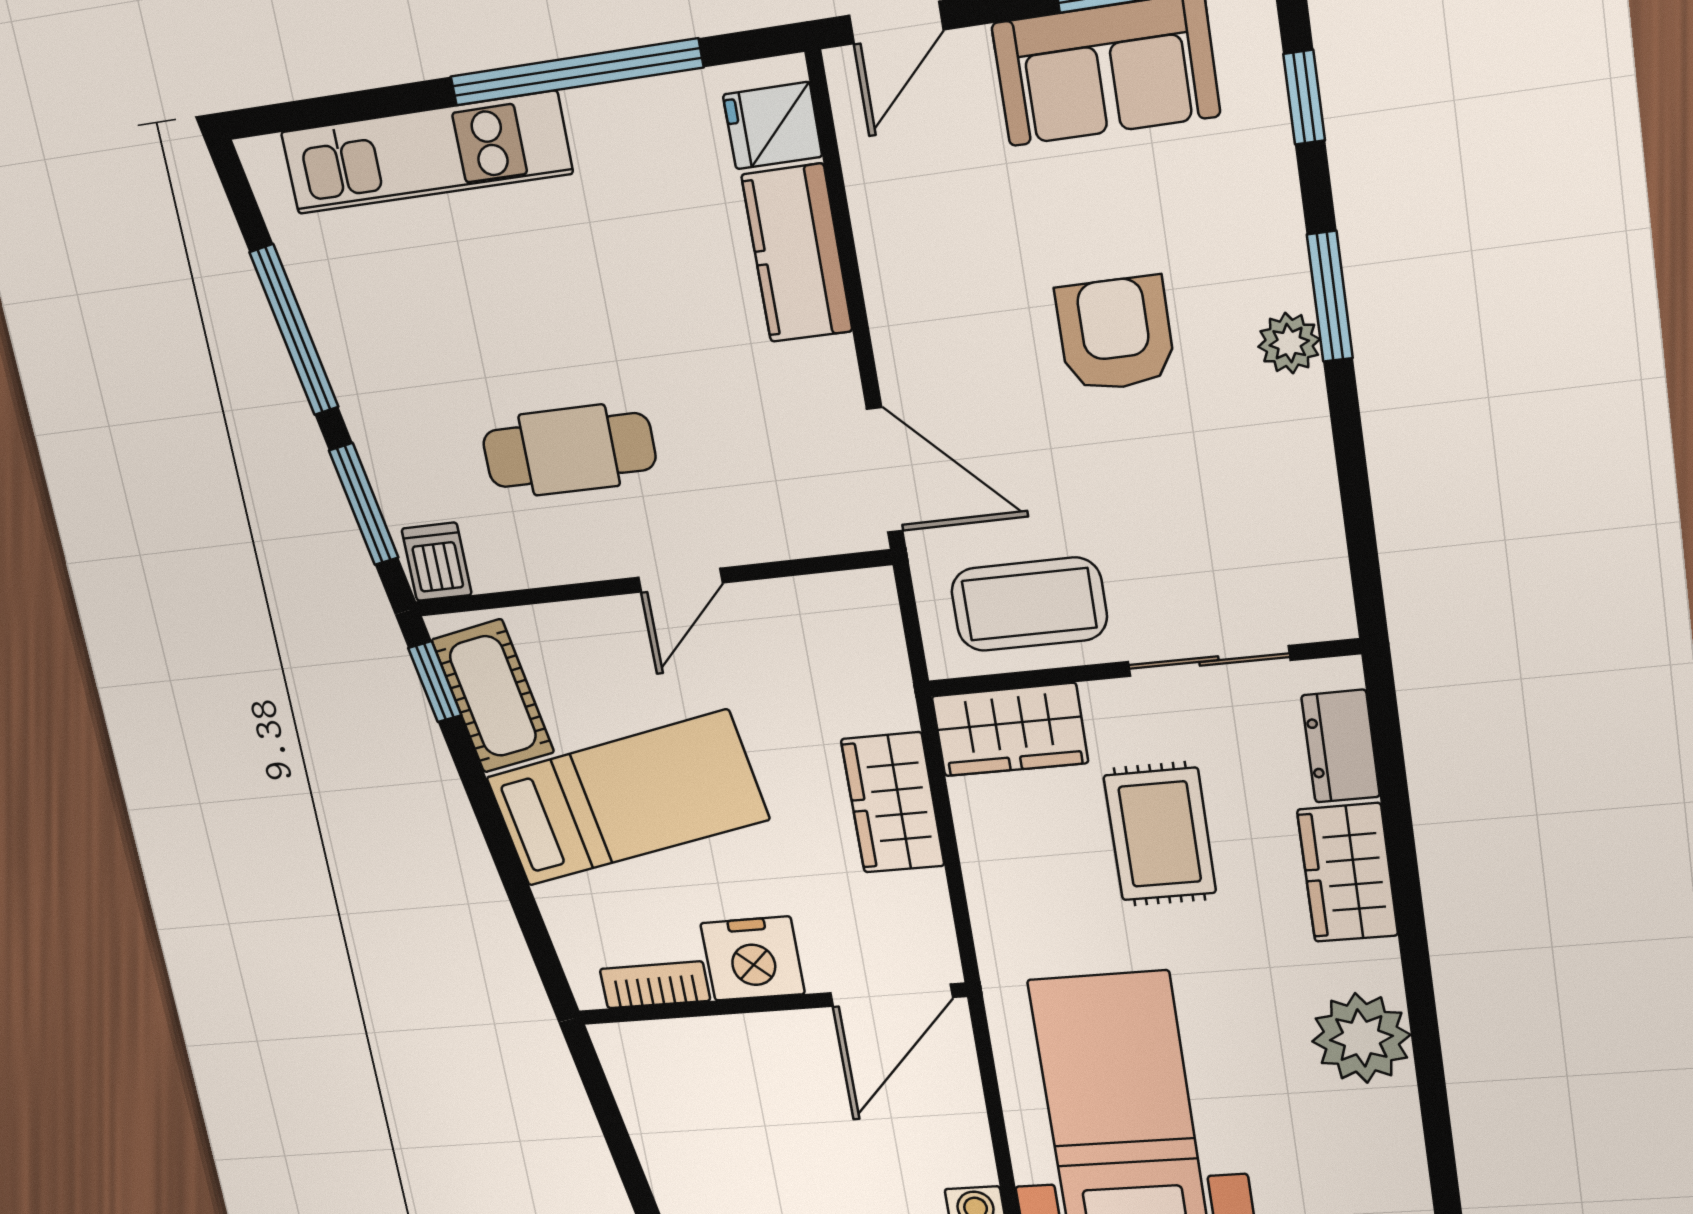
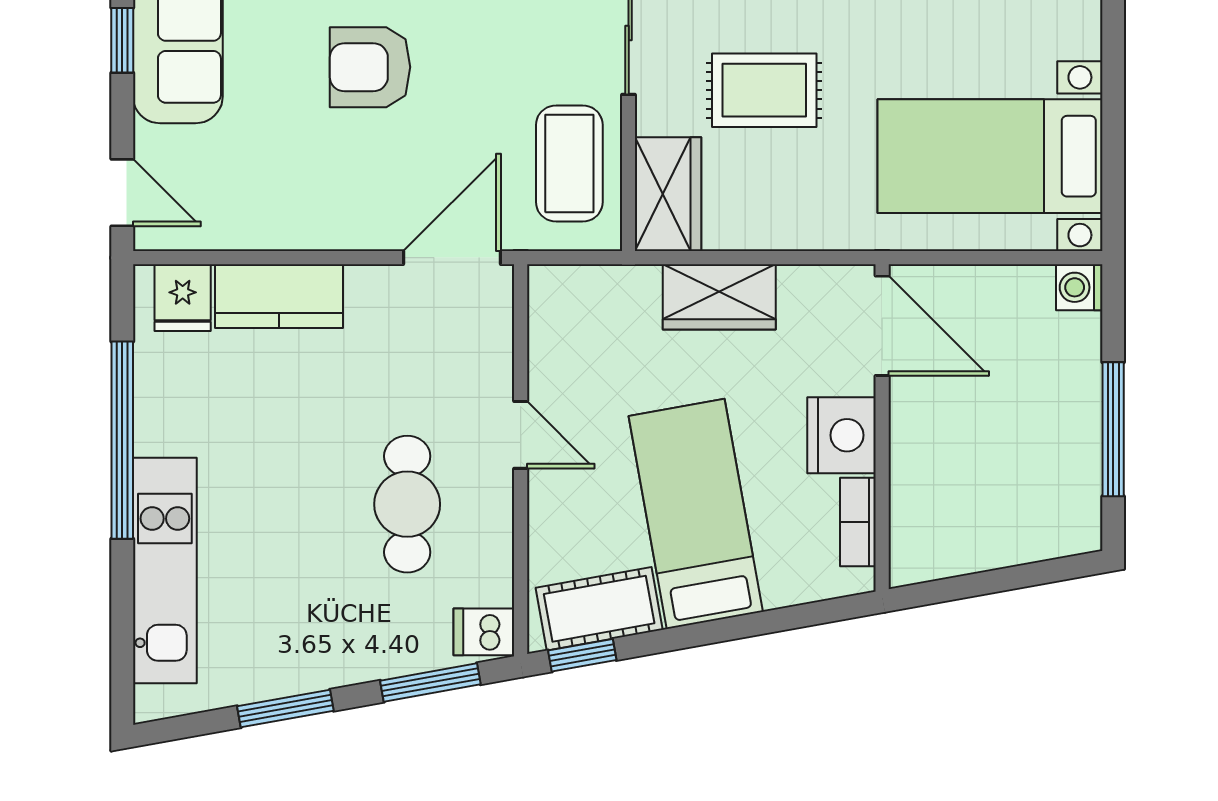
window: (294, 330) -> (285, 709), width x0.69

